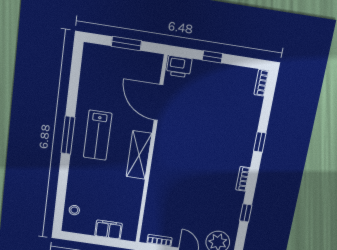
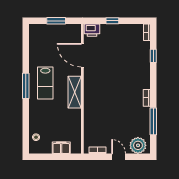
window: (260, 142) -> (153, 56), moved
window: (246, 213) -> (153, 121), width x2.17

